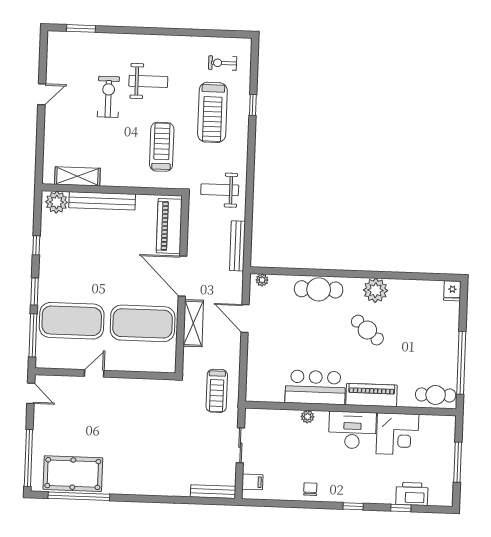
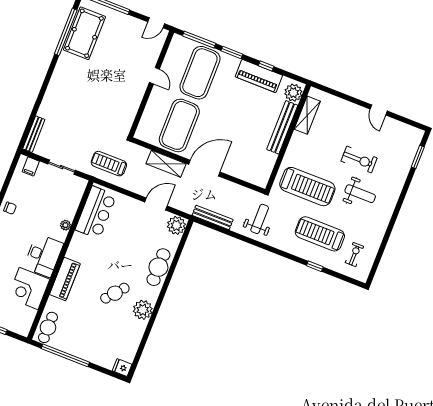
weight bench: (148, 81) -> (360, 194), turned -90
treadmill: (162, 147) -> (307, 187), width x1.37, depth x1.38
piano: (169, 226) -> (259, 76), moved, turned 180
plant: (262, 280) -> (176, 225), width x1.88, depth x1.88
bar counter: (315, 387) -> (96, 212), moved

